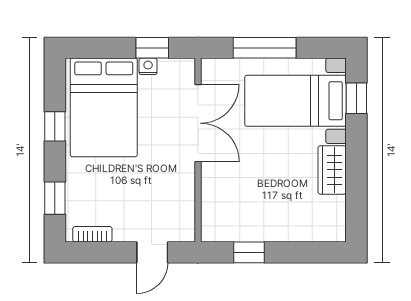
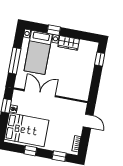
window: (356, 98) -> (54, 30), moved
window: (249, 252) -> (100, 59), moved

